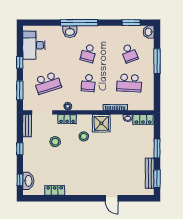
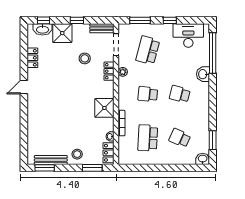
window: (79, 23) -> (213, 53), moved
school desk: (129, 53) -> (180, 138), turned 45
window: (157, 61) -> (171, 168), removed
school desk: (48, 83) -> (148, 50), turned 33
stool: (84, 136) -> (77, 154), moved
window: (157, 148) -> (92, 168), moved
shower: (32, 162) -> (62, 33), added
door: (111, 198) -> (24, 87), moved

